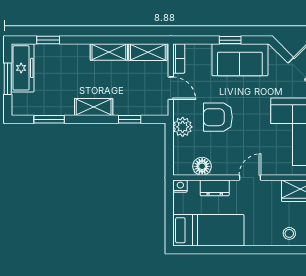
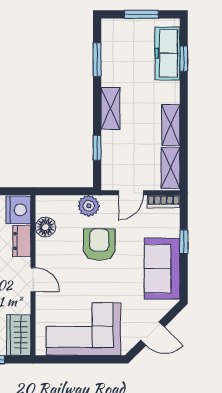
window: (230, 40) -> (184, 242), moved
freezer: (23, 68) -> (167, 53), moved, turned 90
nightstand: (180, 186) -> (18, 210), width x1.89, depth x1.79

